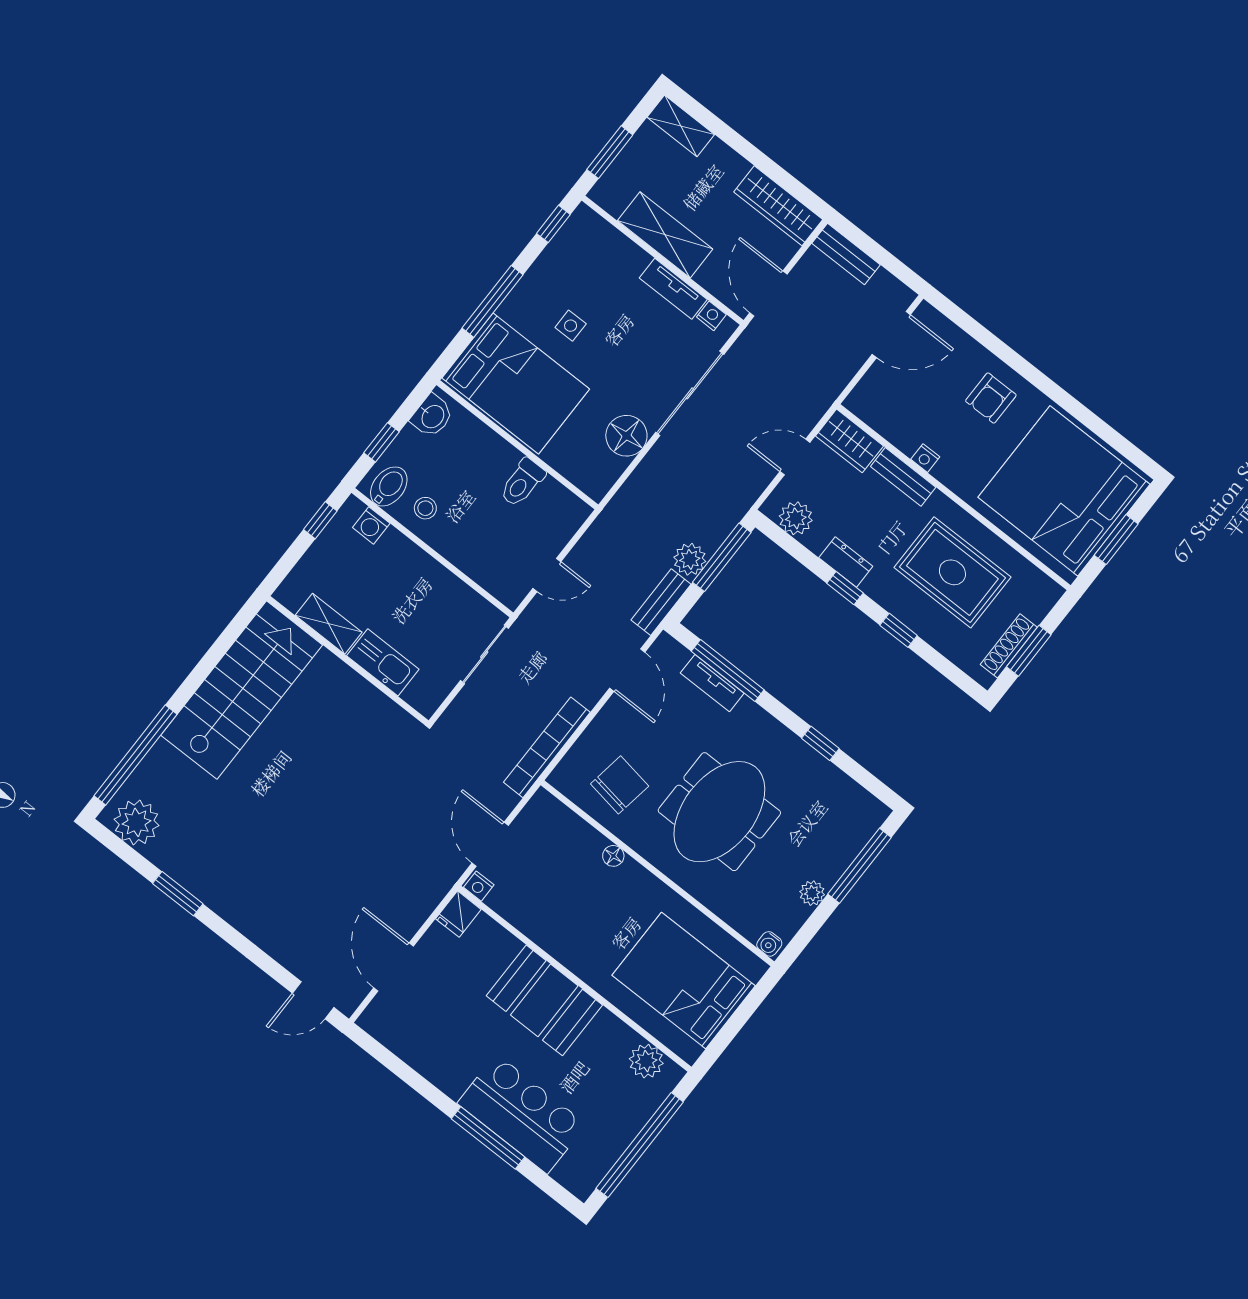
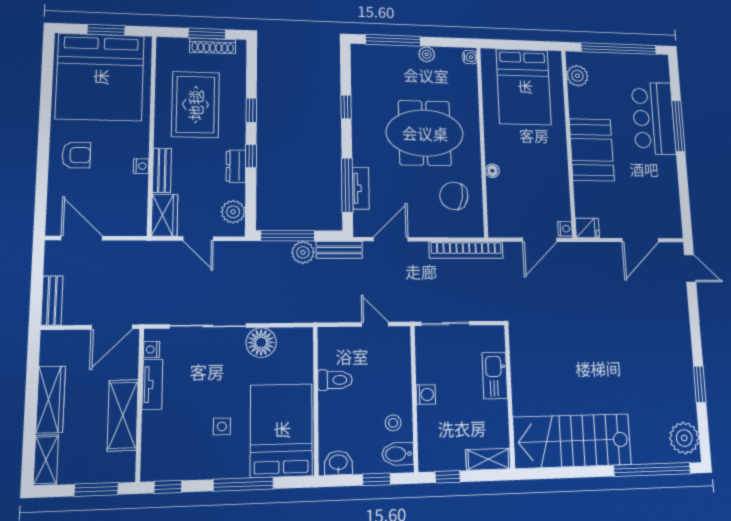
wardrobe: (778, 206) -> (51, 399), moved
washing machine: (371, 525) -> (426, 394), moved
shelving: (329, 624) -> (488, 459), moved, turned 90

